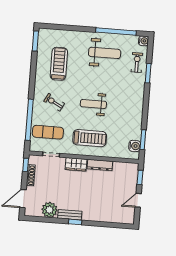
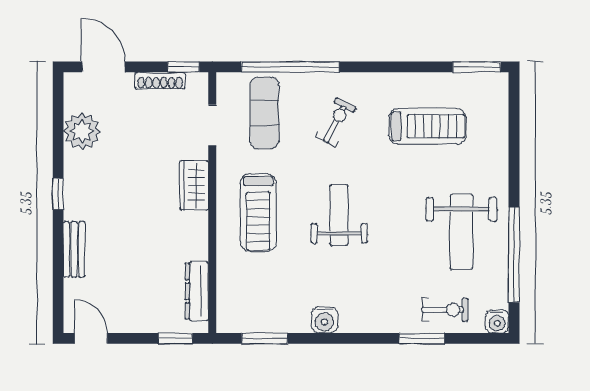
water cooler: (135, 146) -> (325, 320), moved
dresser: (100, 165) -> (197, 291), moved
door: (138, 200) -> (91, 338), moved
bench: (70, 215) -> (74, 249), moved

